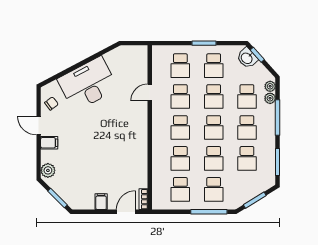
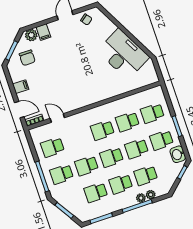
washbasin: (247, 58) -> (178, 154), moved, turned -48
desk: (88, 84) -> (123, 54), moved
plant: (270, 86) -> (141, 198), moved
door: (150, 93) -> (57, 118), moved
filing cabinet: (49, 143) -> (43, 32), moved
school desk: (180, 158) -> (77, 139), removed
chair: (72, 184) -> (27, 58), added

